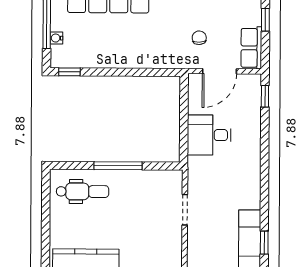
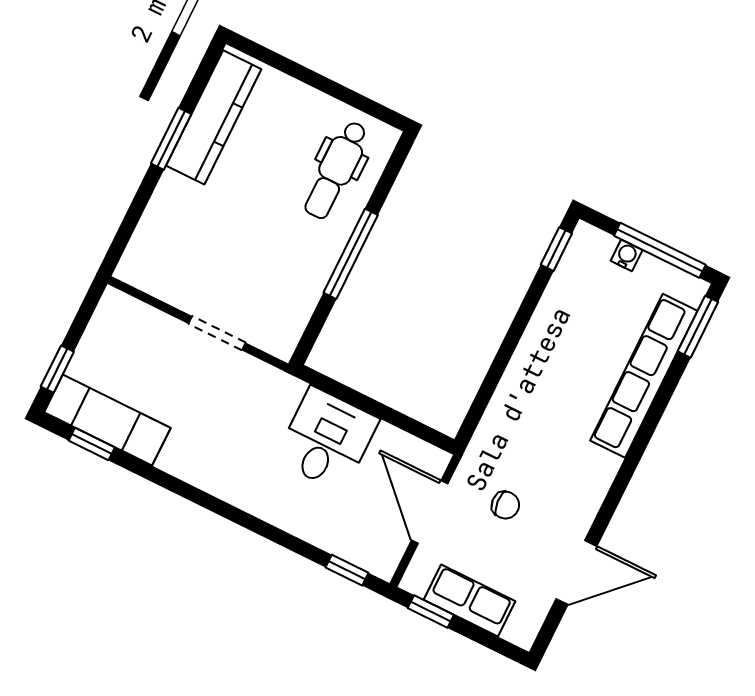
window: (265, 20) -> (431, 612), moved
row of seats: (251, 48) -> (470, 601), moved

